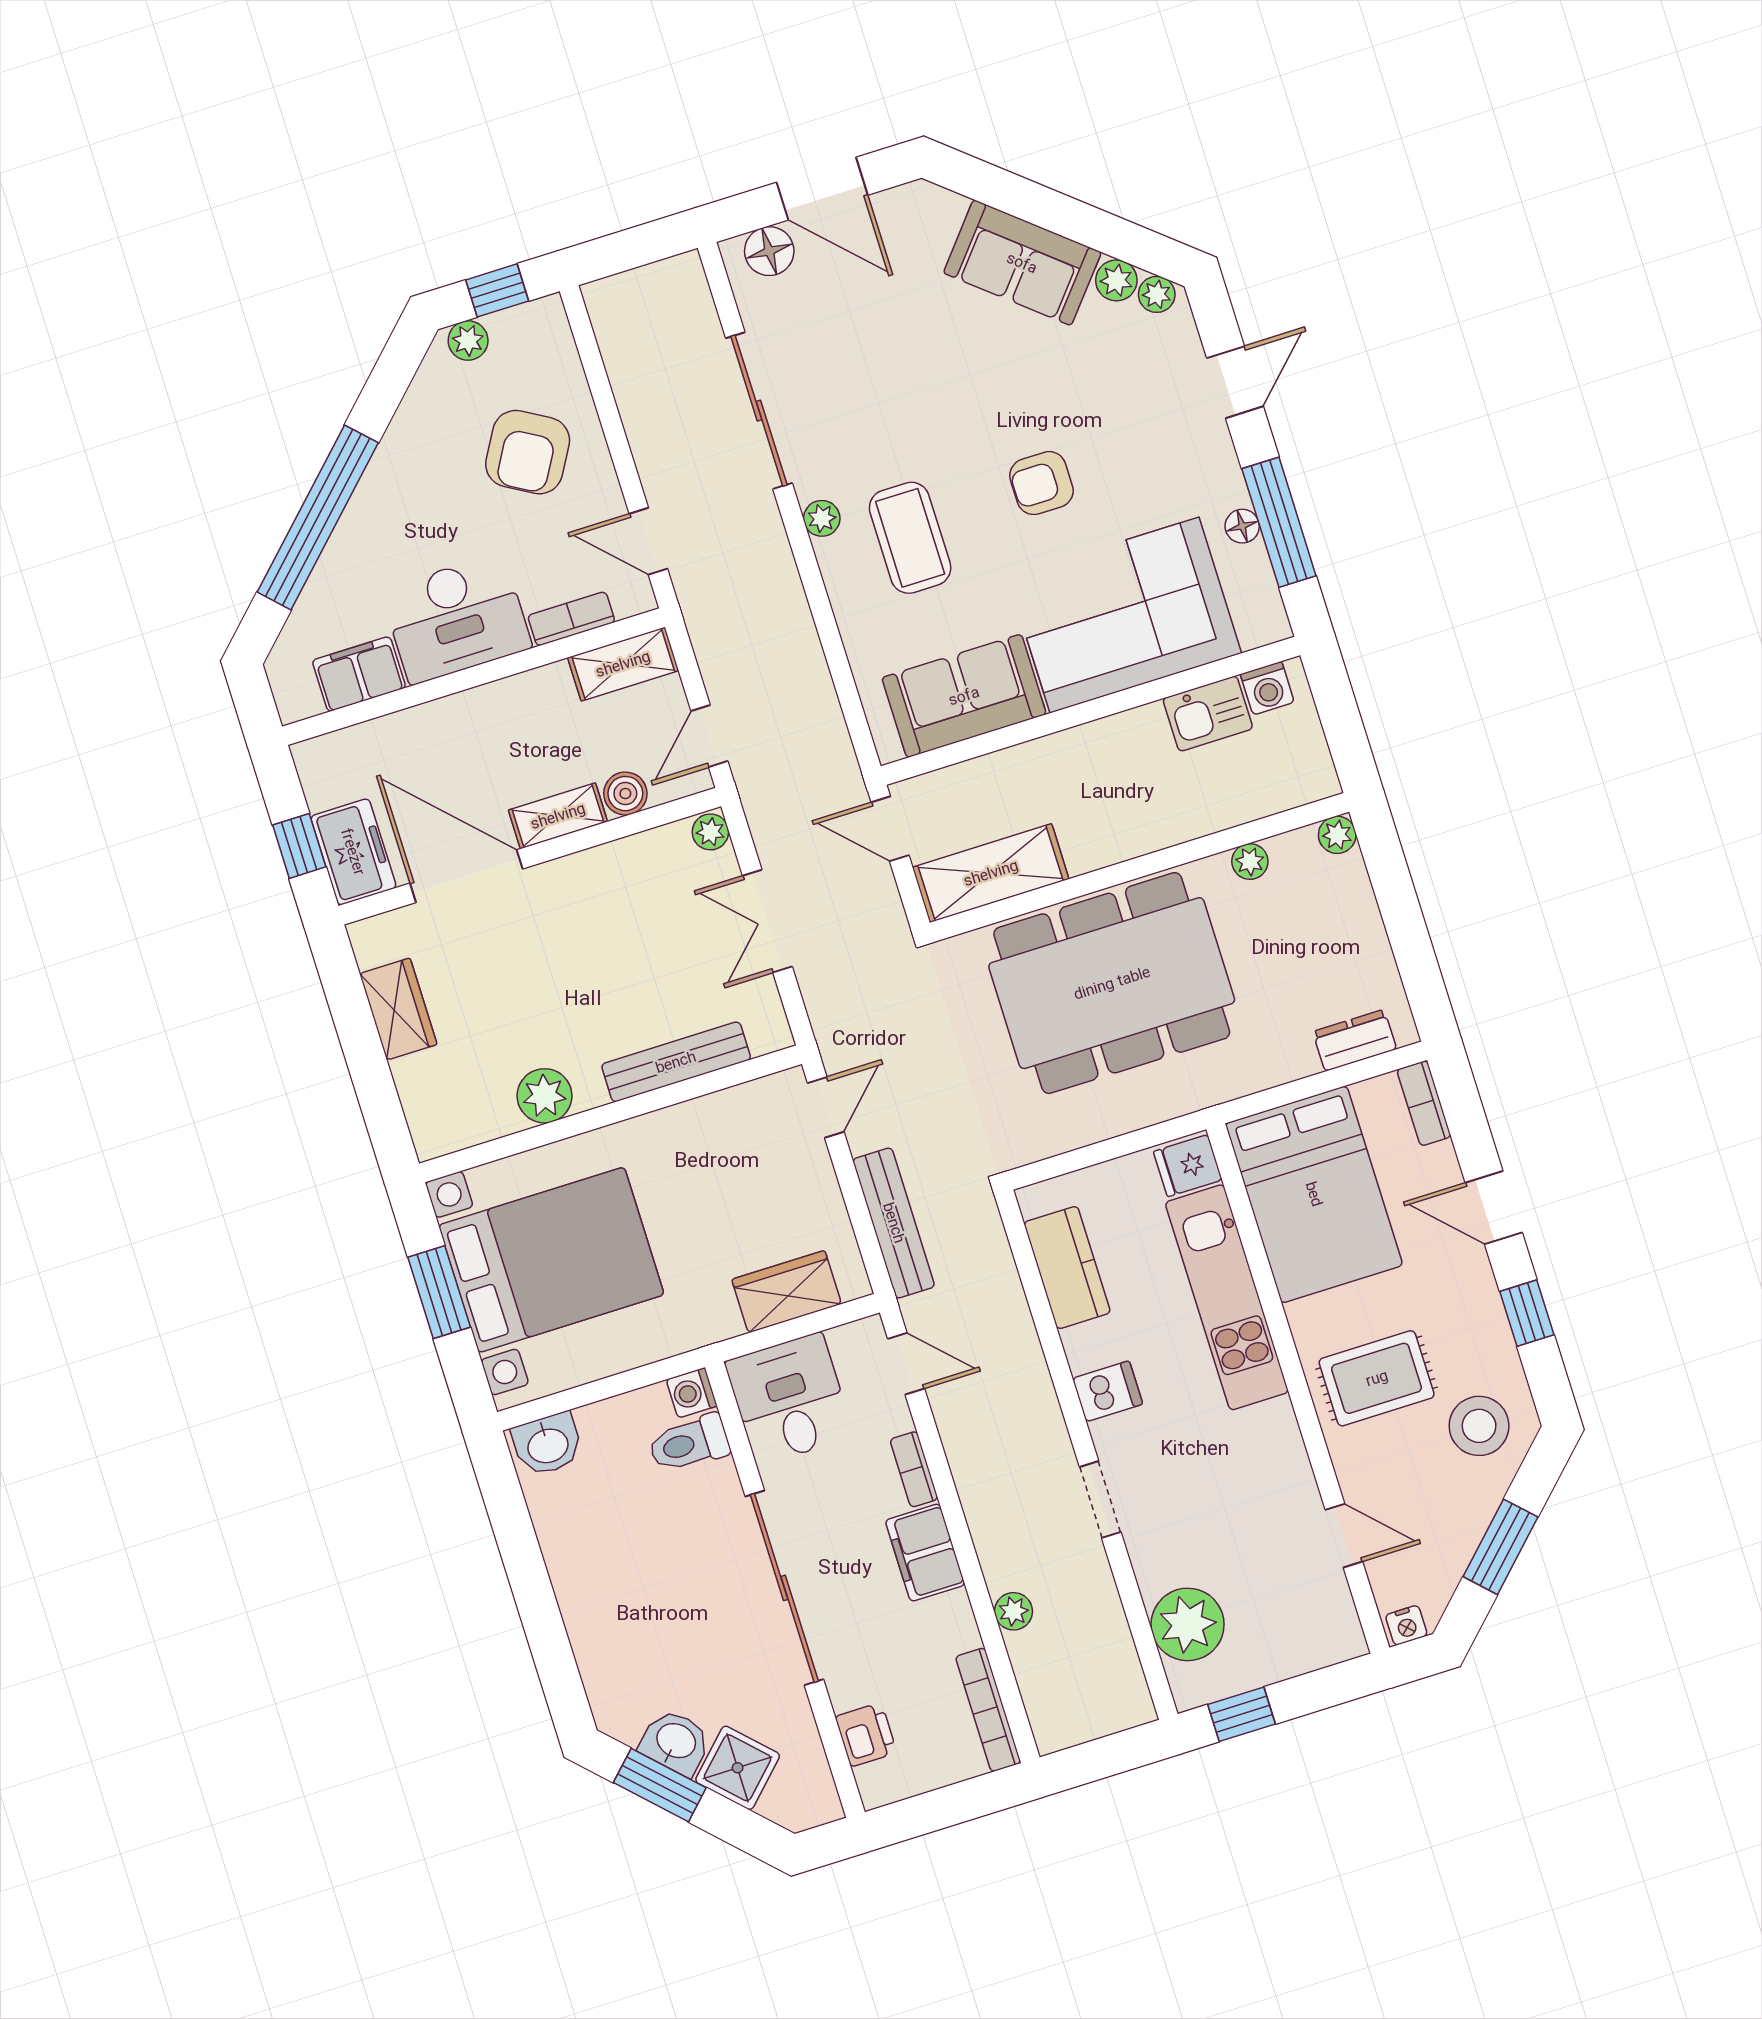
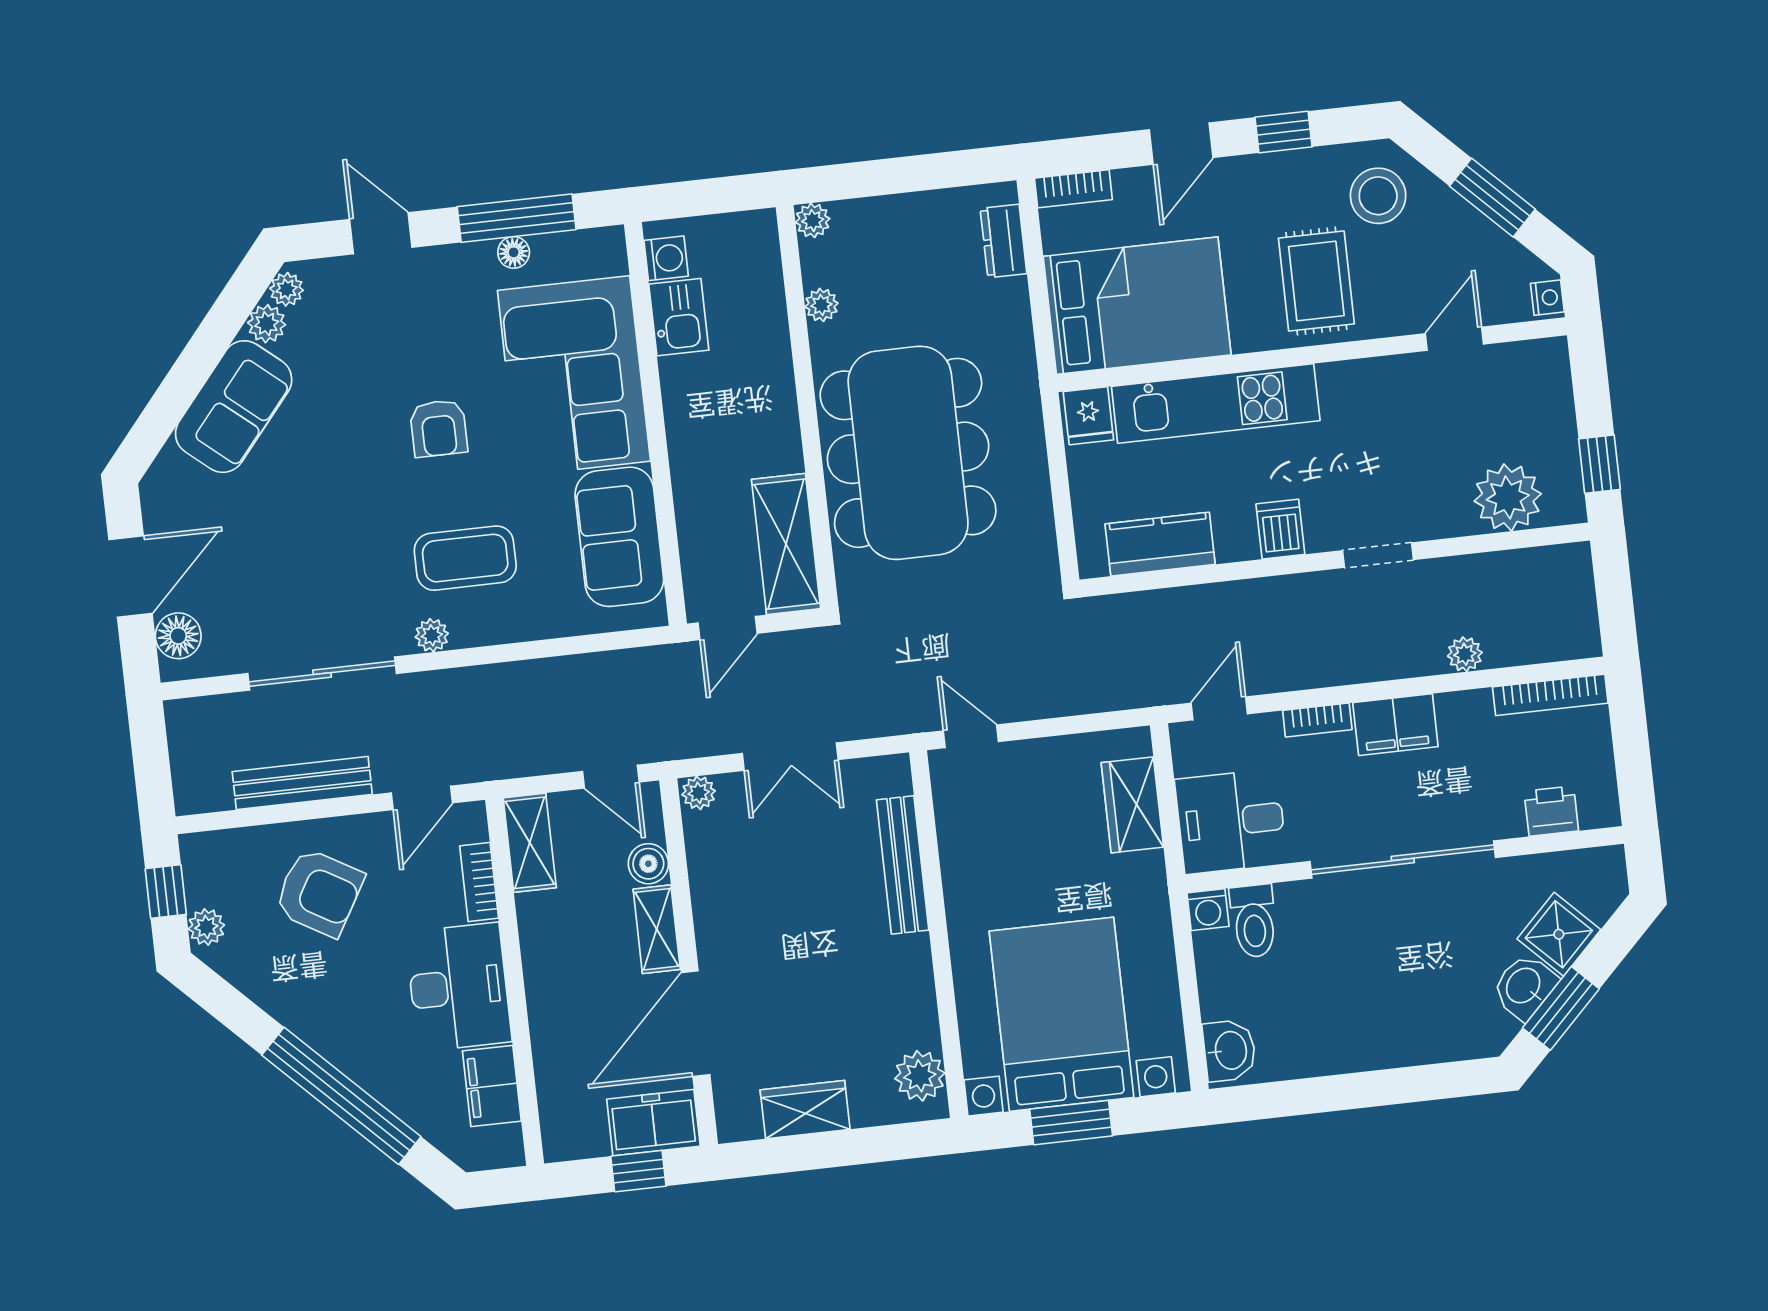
plant: (545, 1096) -> (920, 1076), moved
bench: (894, 1223) -> (302, 783), moved

